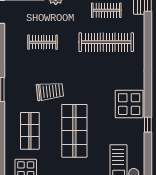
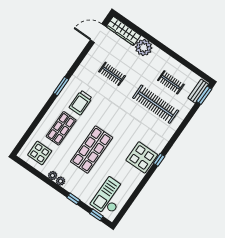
trolley: (50, 91) -> (81, 103), moved, turned 96
window: (148, 125) -> (159, 160), moved

